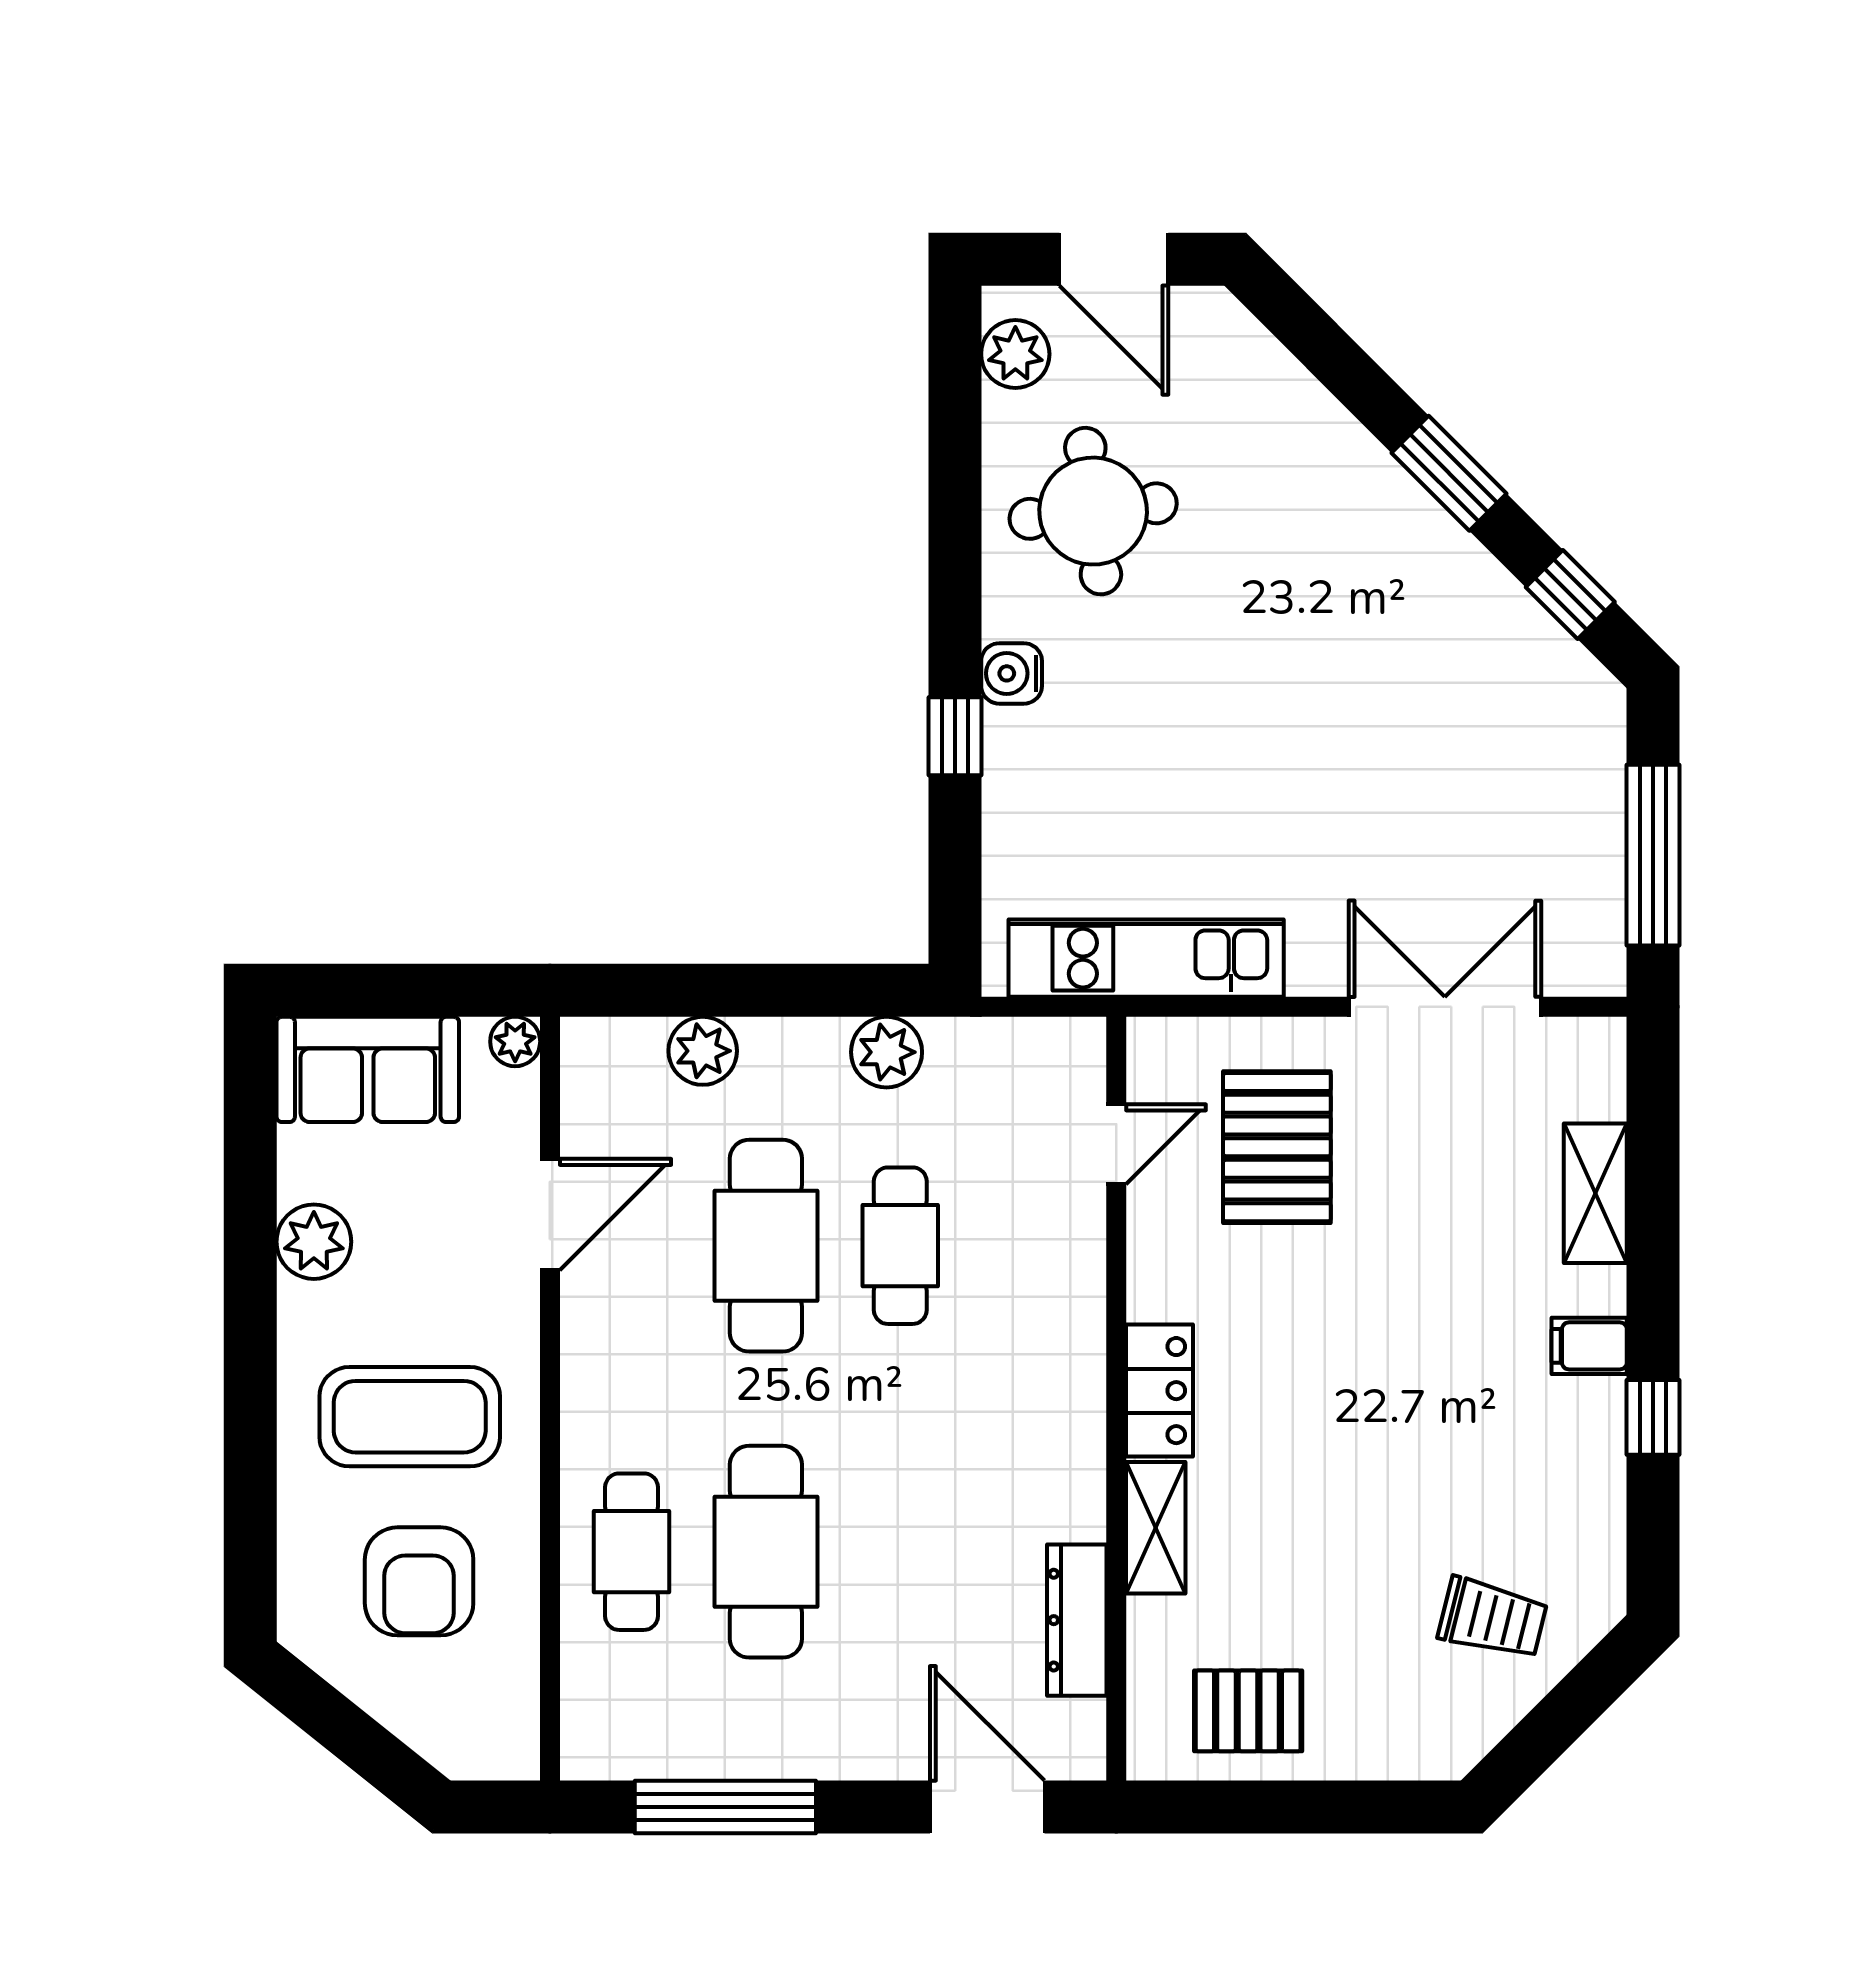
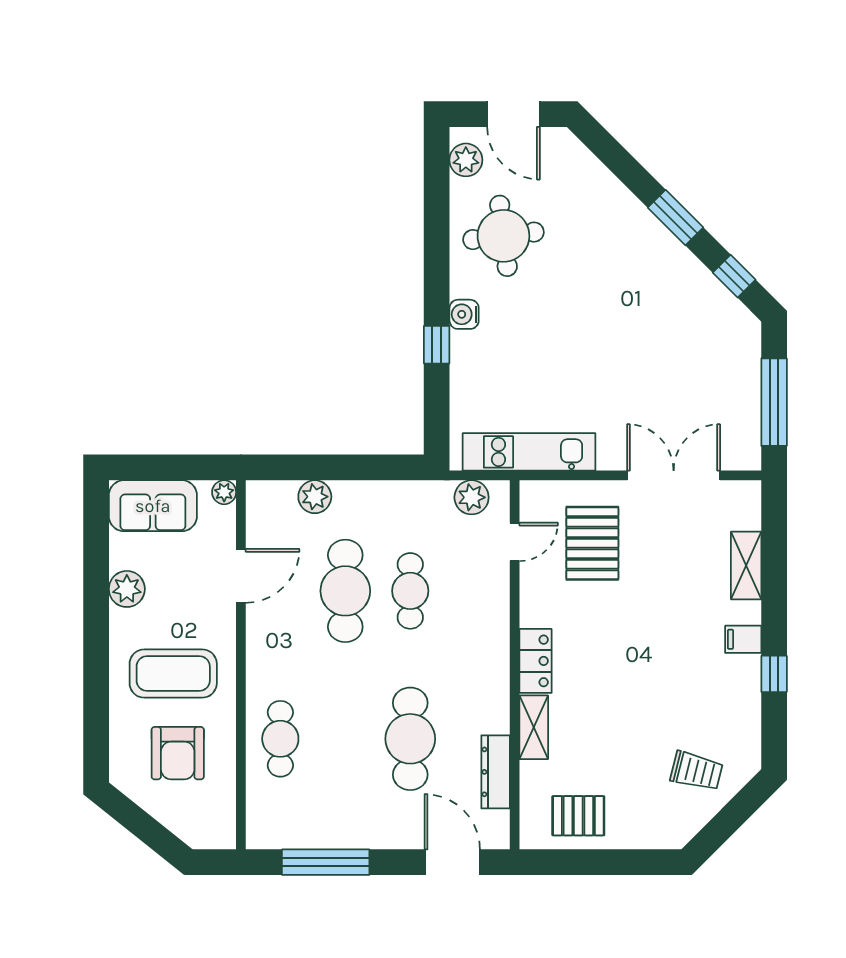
plant: (887, 1052) -> (472, 497), moved
cafe table: (766, 1552) -> (410, 739), moved

